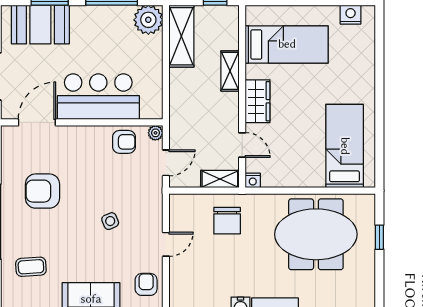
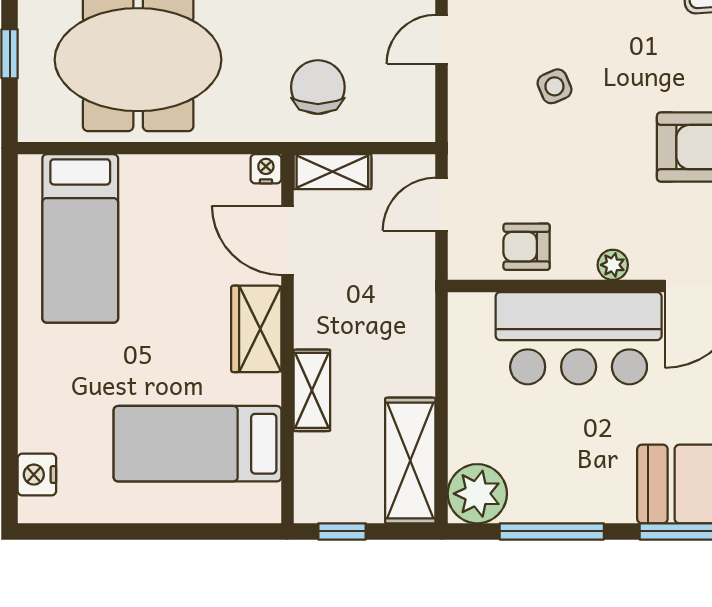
nightstand: (351, 15) -> (37, 475), moved, turned 90
plant: (155, 133) -> (613, 265), moved
door: (242, 145) -> (287, 240), width x1.38

